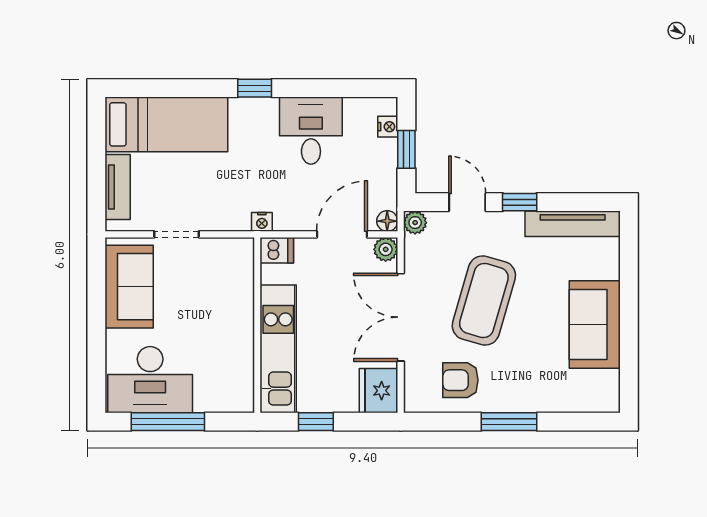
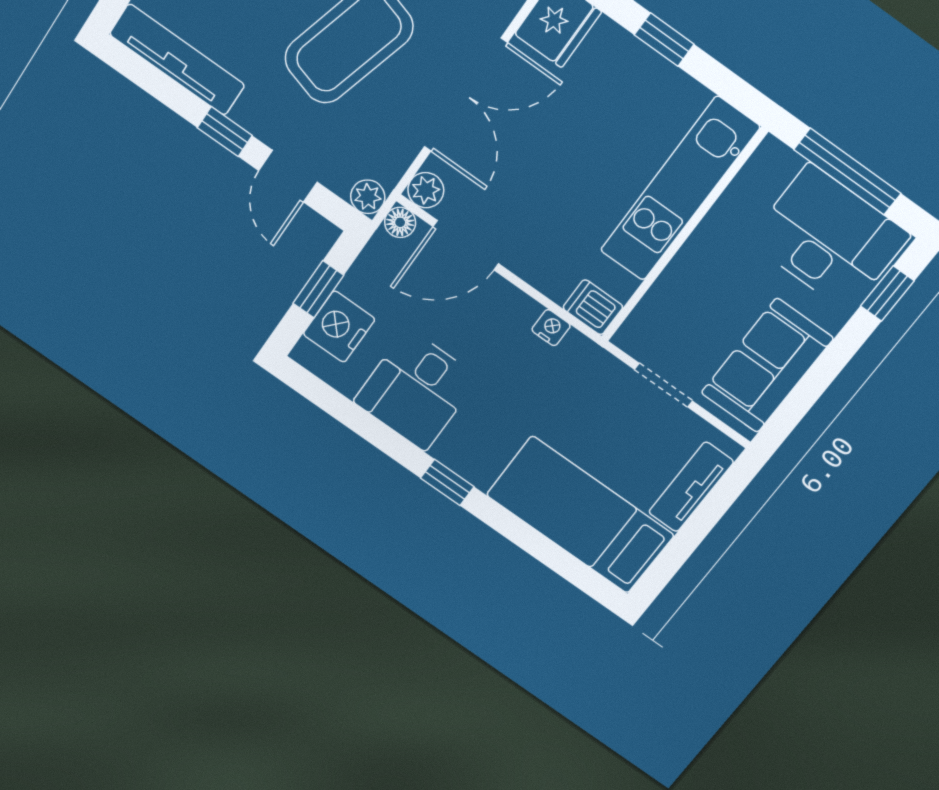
nightstand: (388, 127) -> (339, 327), width x1.89, depth x1.79
dishwasher: (277, 250) -> (593, 307), moved
wall: (257, 325) -> (683, 236), moved
kitchen unit: (278, 349) -> (680, 189), moved
window: (96, 373) -> (887, 293), added

